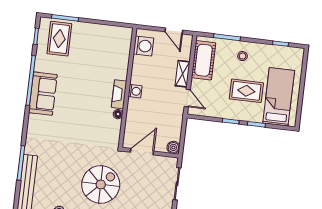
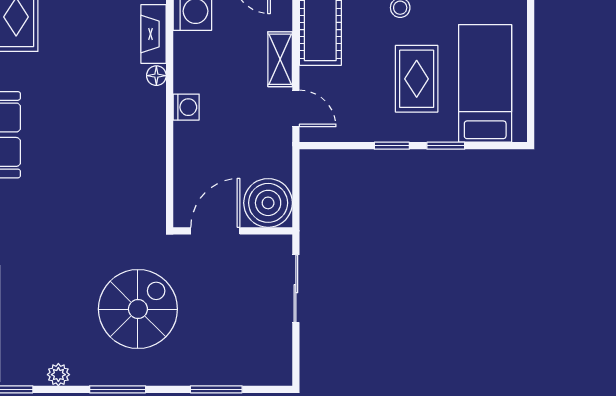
rug: (246, 91) -> (417, 79), turned 90
fireplace: (119, 94) -> (154, 34), moved
floor lamp: (118, 114) -> (156, 76), moved
boiler: (173, 147) -> (268, 203), width x1.86, depth x1.86

